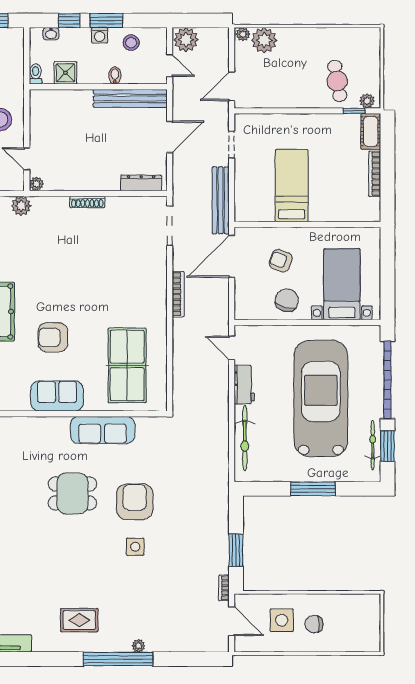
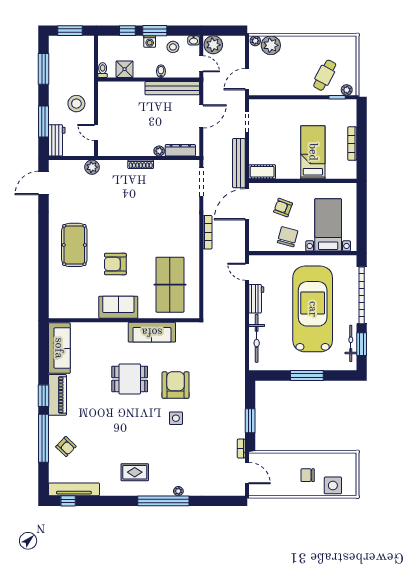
washbasin: (51, 34) -> (194, 40), moved
cafe table: (337, 81) -> (325, 75), turned 38
cot: (371, 131) -> (262, 172), moved, turned 90
plant: (36, 184) -> (159, 151), moved
bed: (292, 186) -> (313, 152), moved
side table: (282, 620) -> (333, 485), moved

